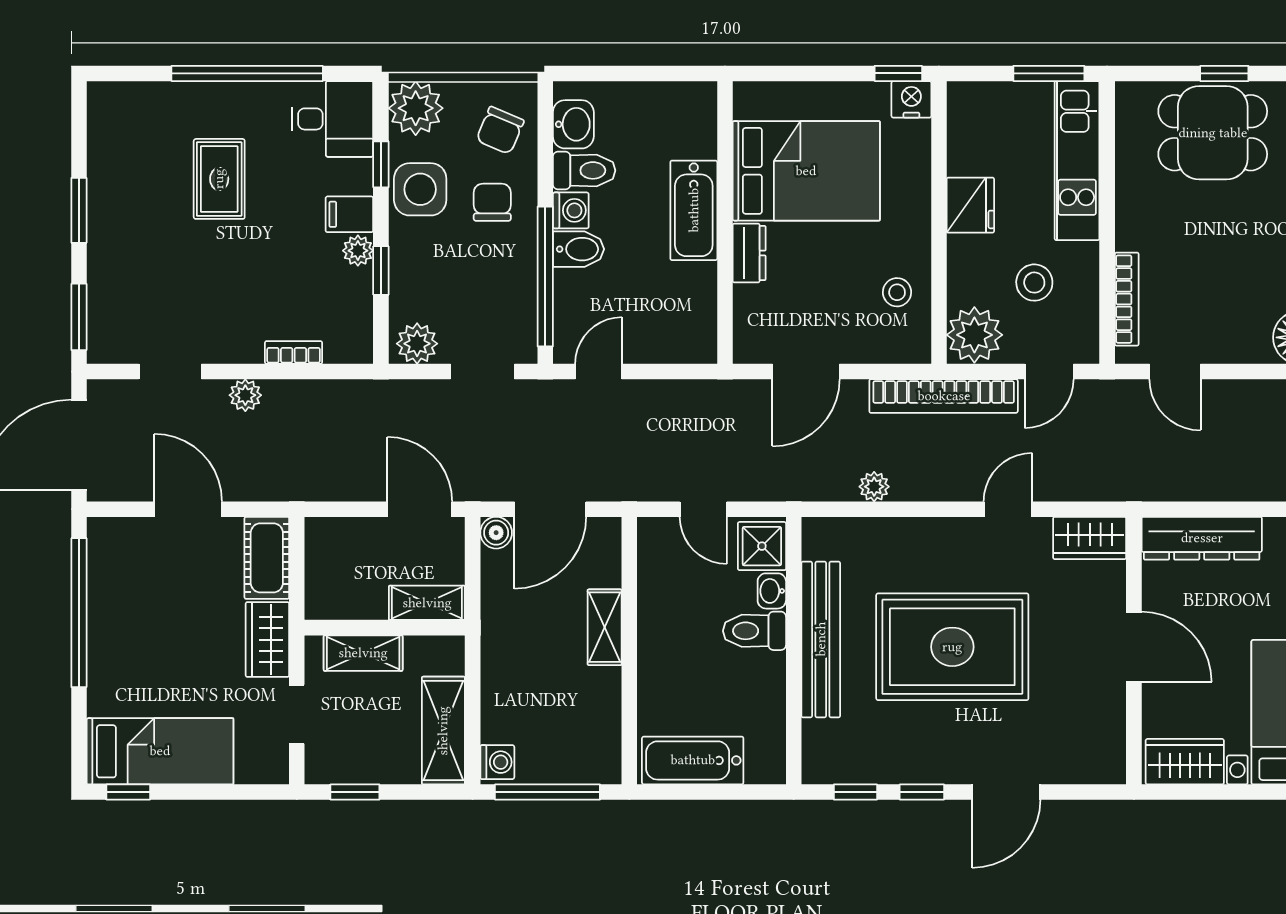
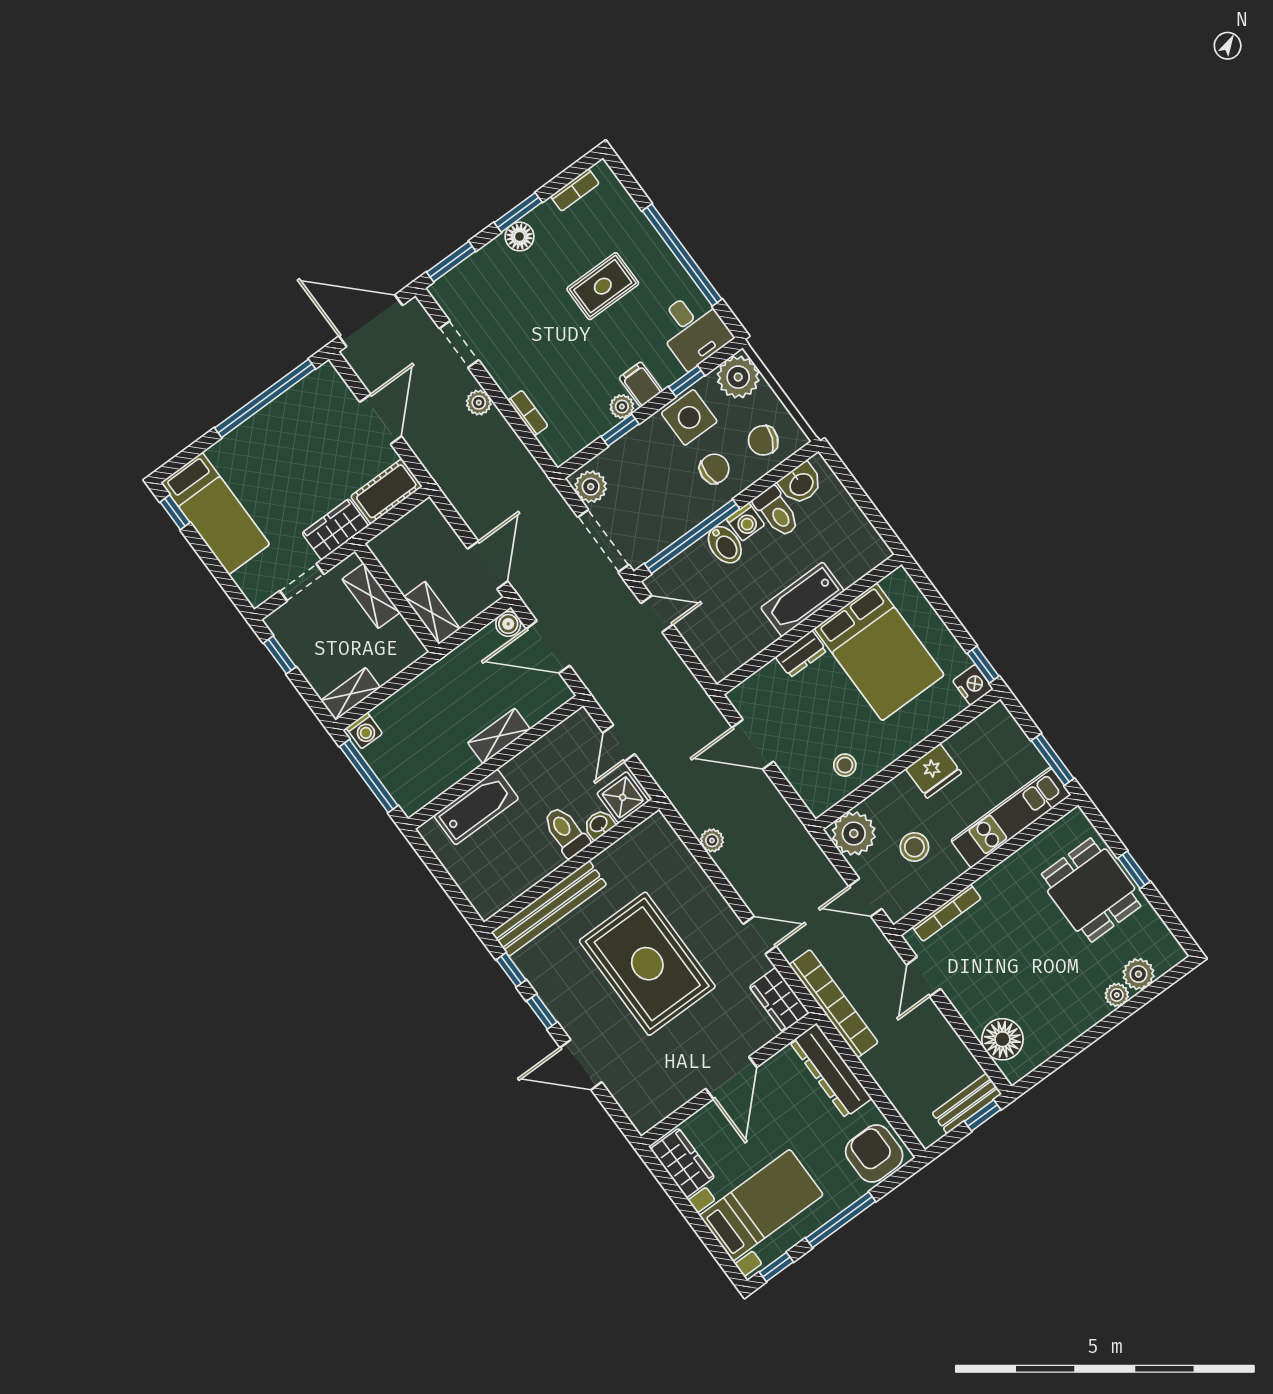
bookcase: (99, 135) -> (575, 190), added
floor lamp: (105, 227) -> (520, 237), added
doorway: (483, 372) -> (603, 541), width x1.38
bookcase: (944, 396) -> (834, 1004), moved, turned 180
bench: (821, 639) -> (549, 908), moved
shelving: (443, 731) -> (351, 694), width x0.67, depth x0.75
bathtub: (693, 760) -> (476, 807), moved, turned 90

